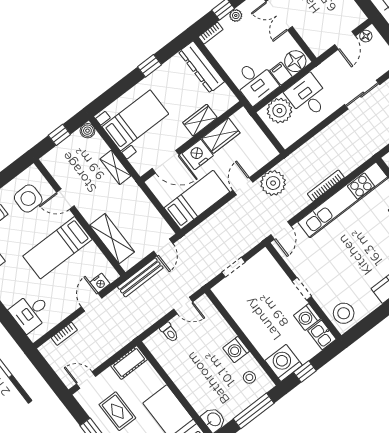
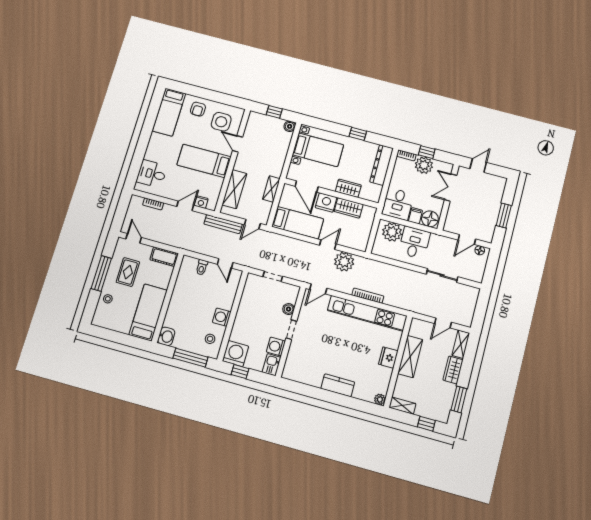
plant: (236, 15) -> (424, 165), width x1.88, depth x1.88
shelving: (116, 167) -> (271, 189), moved
boiler: (279, 276) -> (289, 309), added
stool: (344, 313) -> (296, 368), removed

